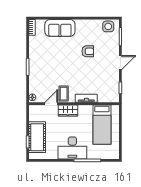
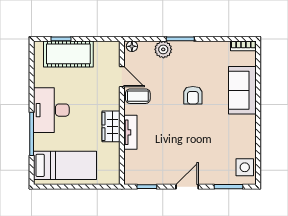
armchair: (88, 51) -> (193, 95), moved
door: (120, 63) -> (187, 187), swing flipped
plant: (34, 78) -> (163, 49), added
wardrobe: (68, 110) -> (111, 126), moved
bed: (102, 125) -> (65, 165), moved, turned 180

